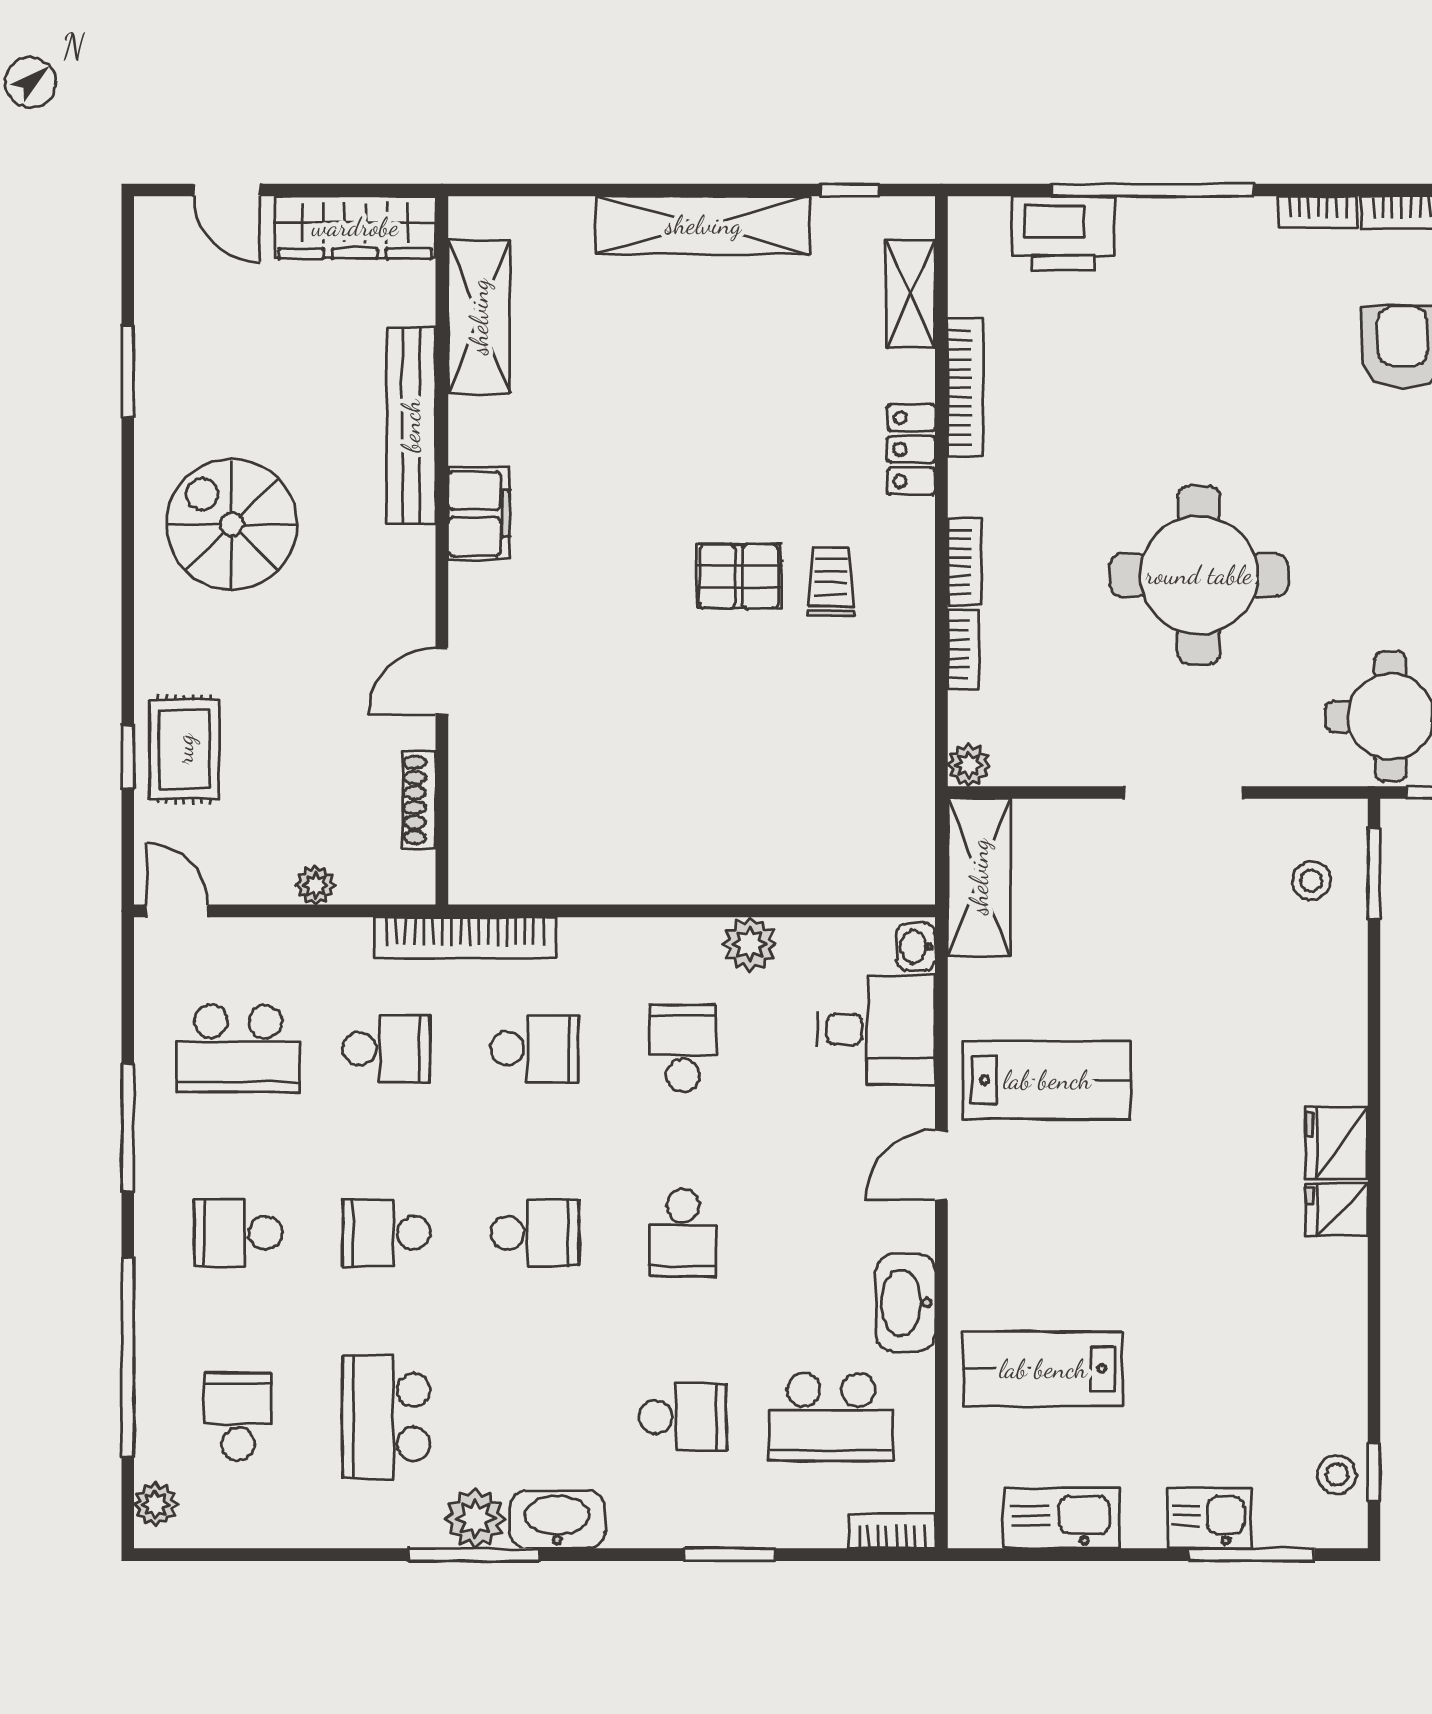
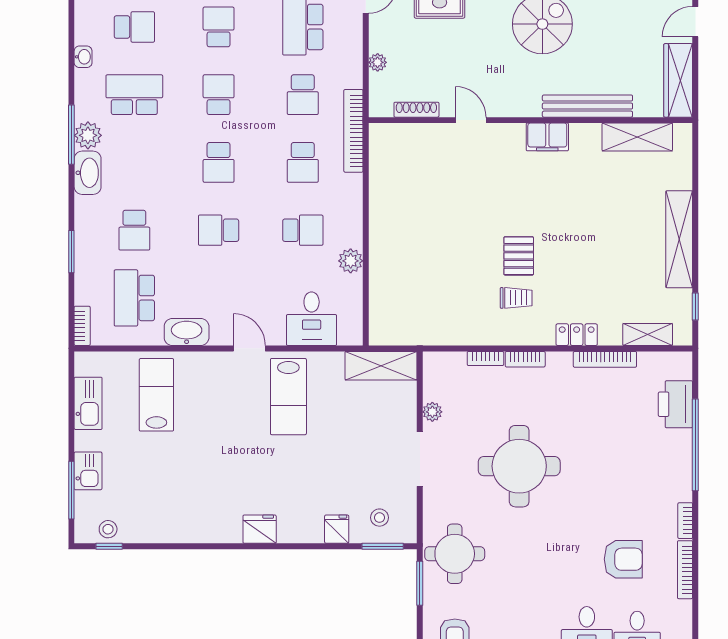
plant: (969, 765) -> (432, 412), moved
washbasin: (916, 947) -> (83, 57), moved, turned 90
fridge: (1337, 1209) -> (337, 529), moved

